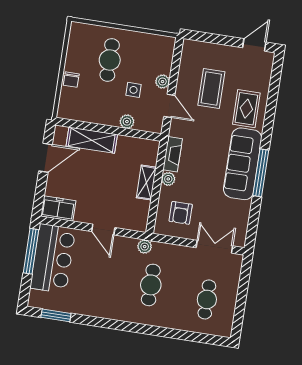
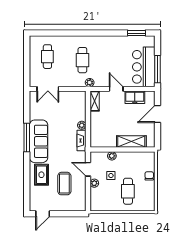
door: (45, 158) -> (157, 114), moved
shelving: (146, 183) -> (95, 101), moved
freezer: (58, 209) -> (135, 97), moved
armchair: (181, 213) -> (71, 106), removed

